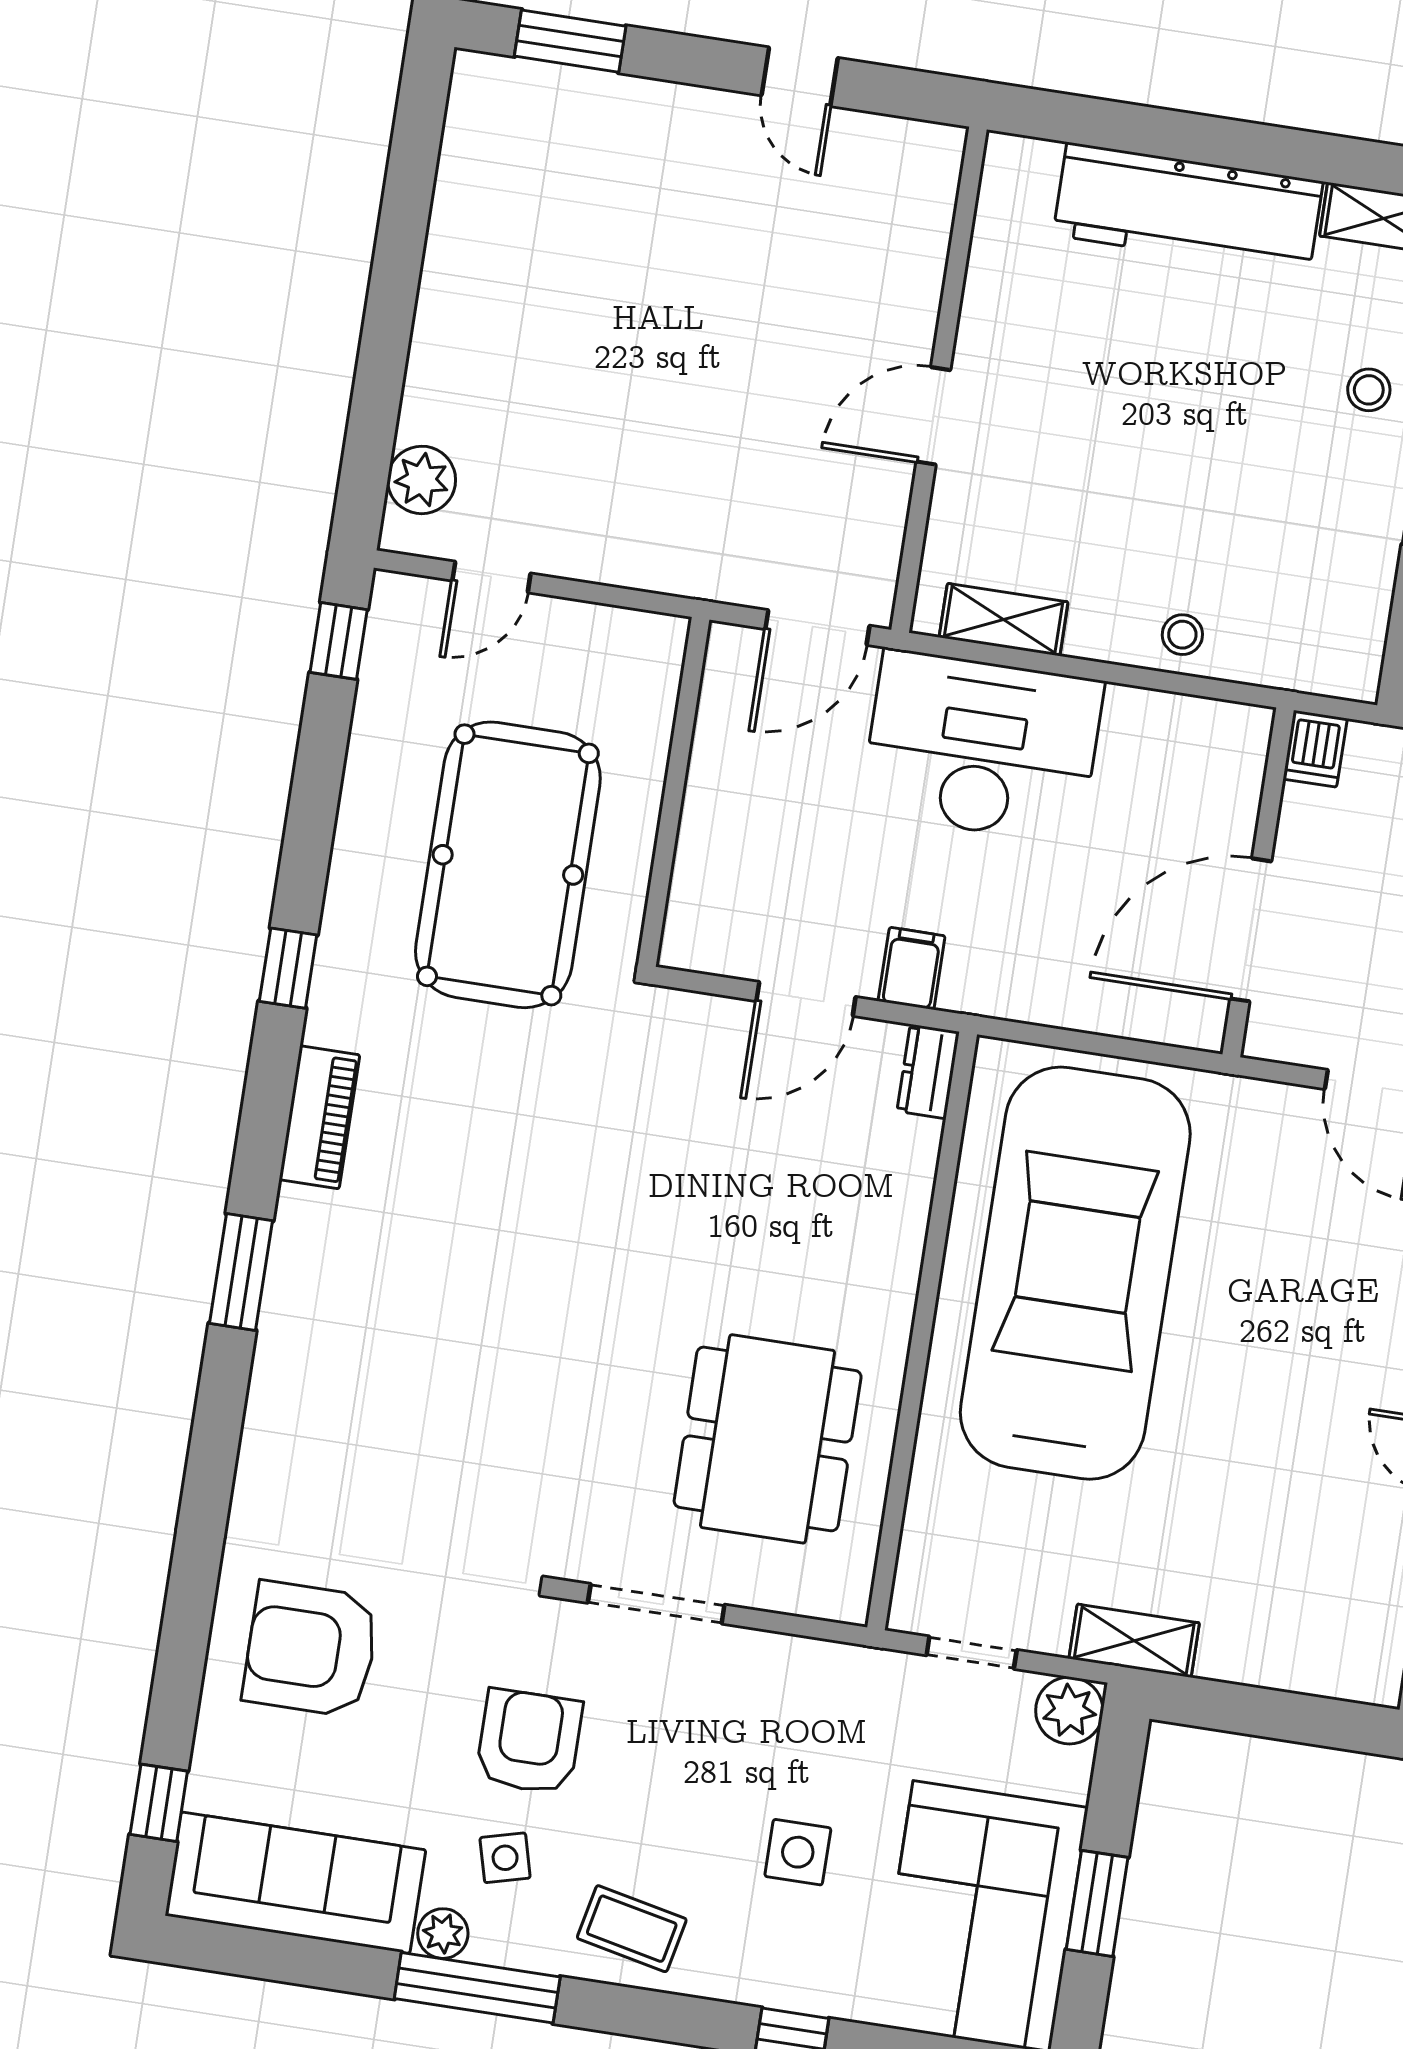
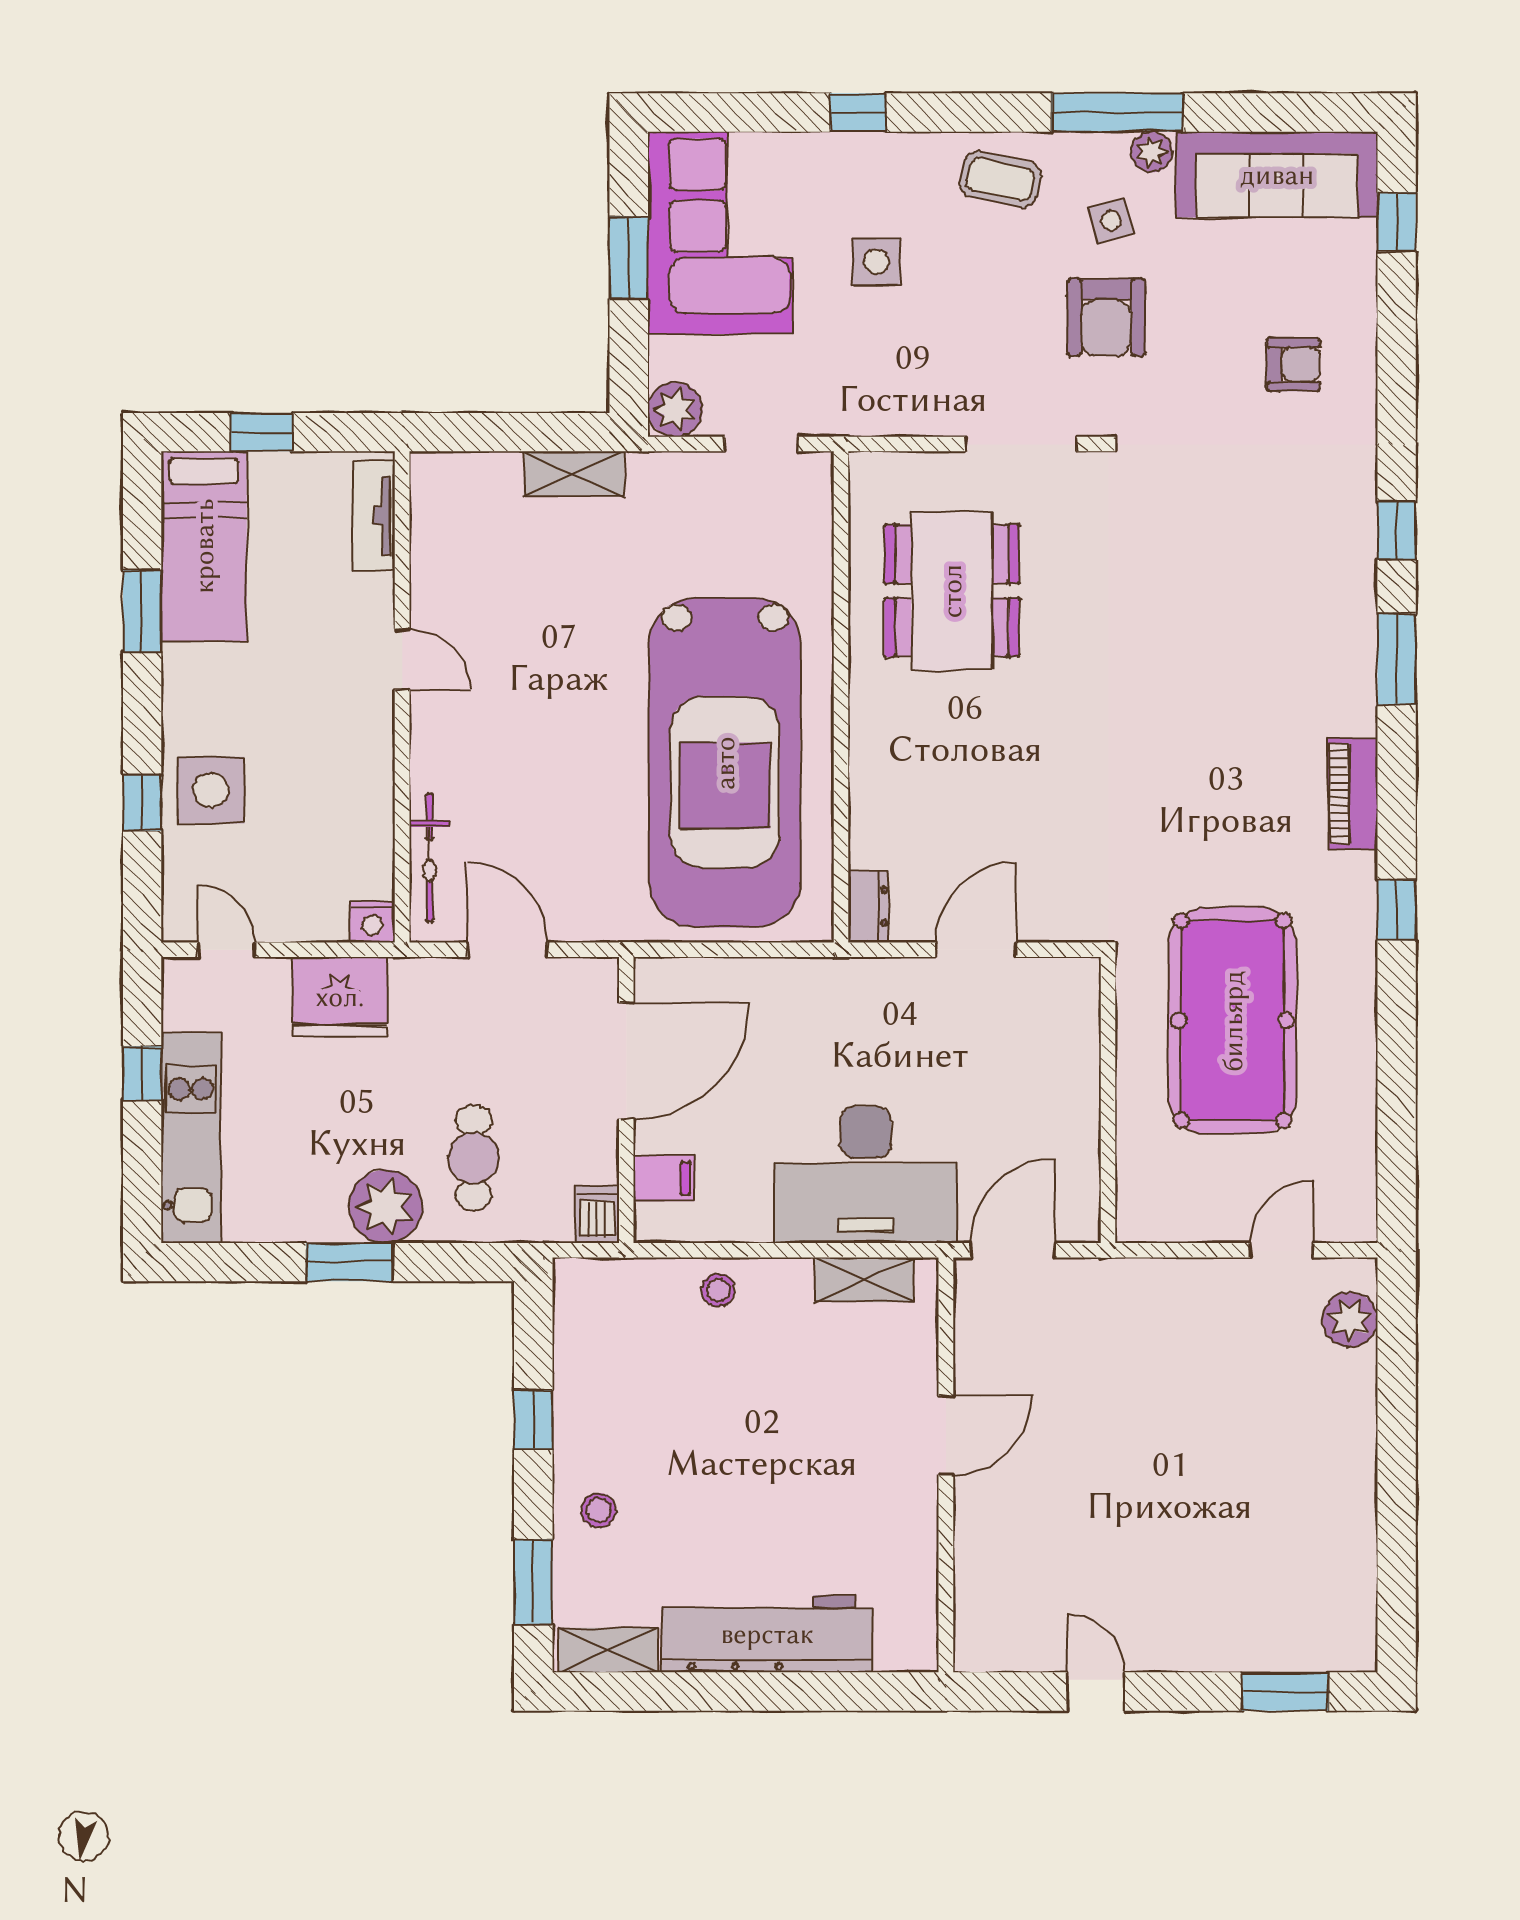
window: (339, 641) -> (1397, 530), moved
filing cabinet: (912, 968) -> (664, 1178), moved, turned -90
shelving: (1134, 1641) -> (574, 474), moved
armchair: (311, 1649) -> (1293, 364), width x0.53, depth x0.53

